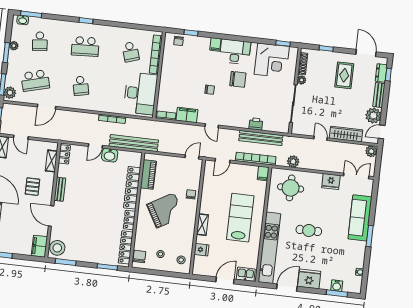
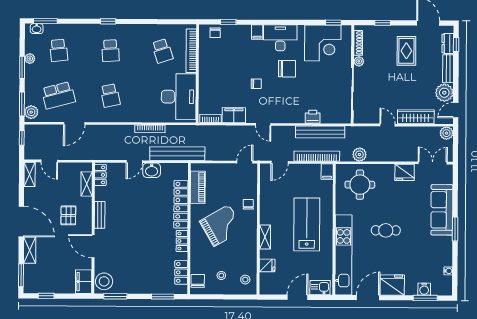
school desk: (85, 47) -> (110, 51), width x0.54
locker: (126, 247) -> (181, 272), width x0.66

